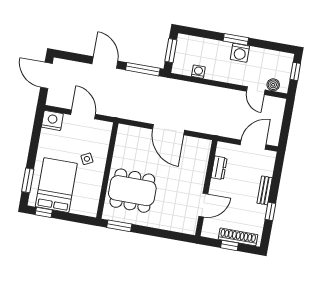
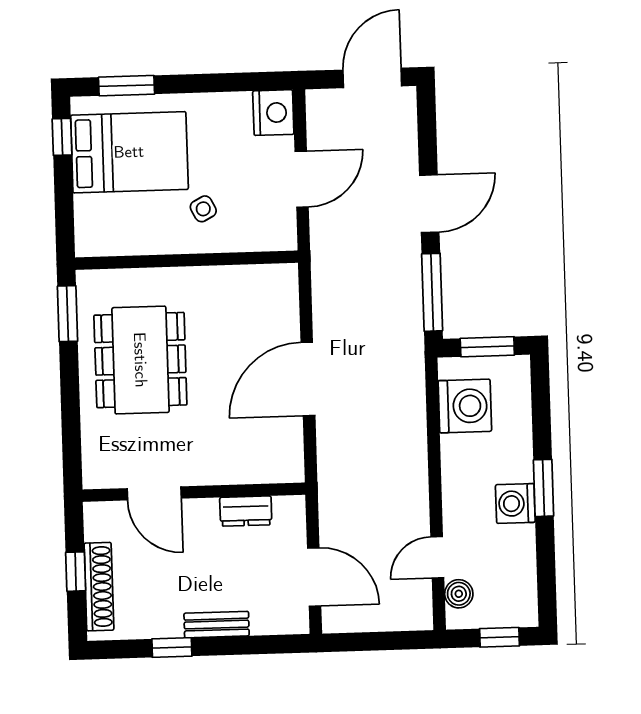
washing machine: (198, 72) -> (465, 406), width x1.89, depth x1.89
dining table: (132, 191) -> (140, 360), moved

